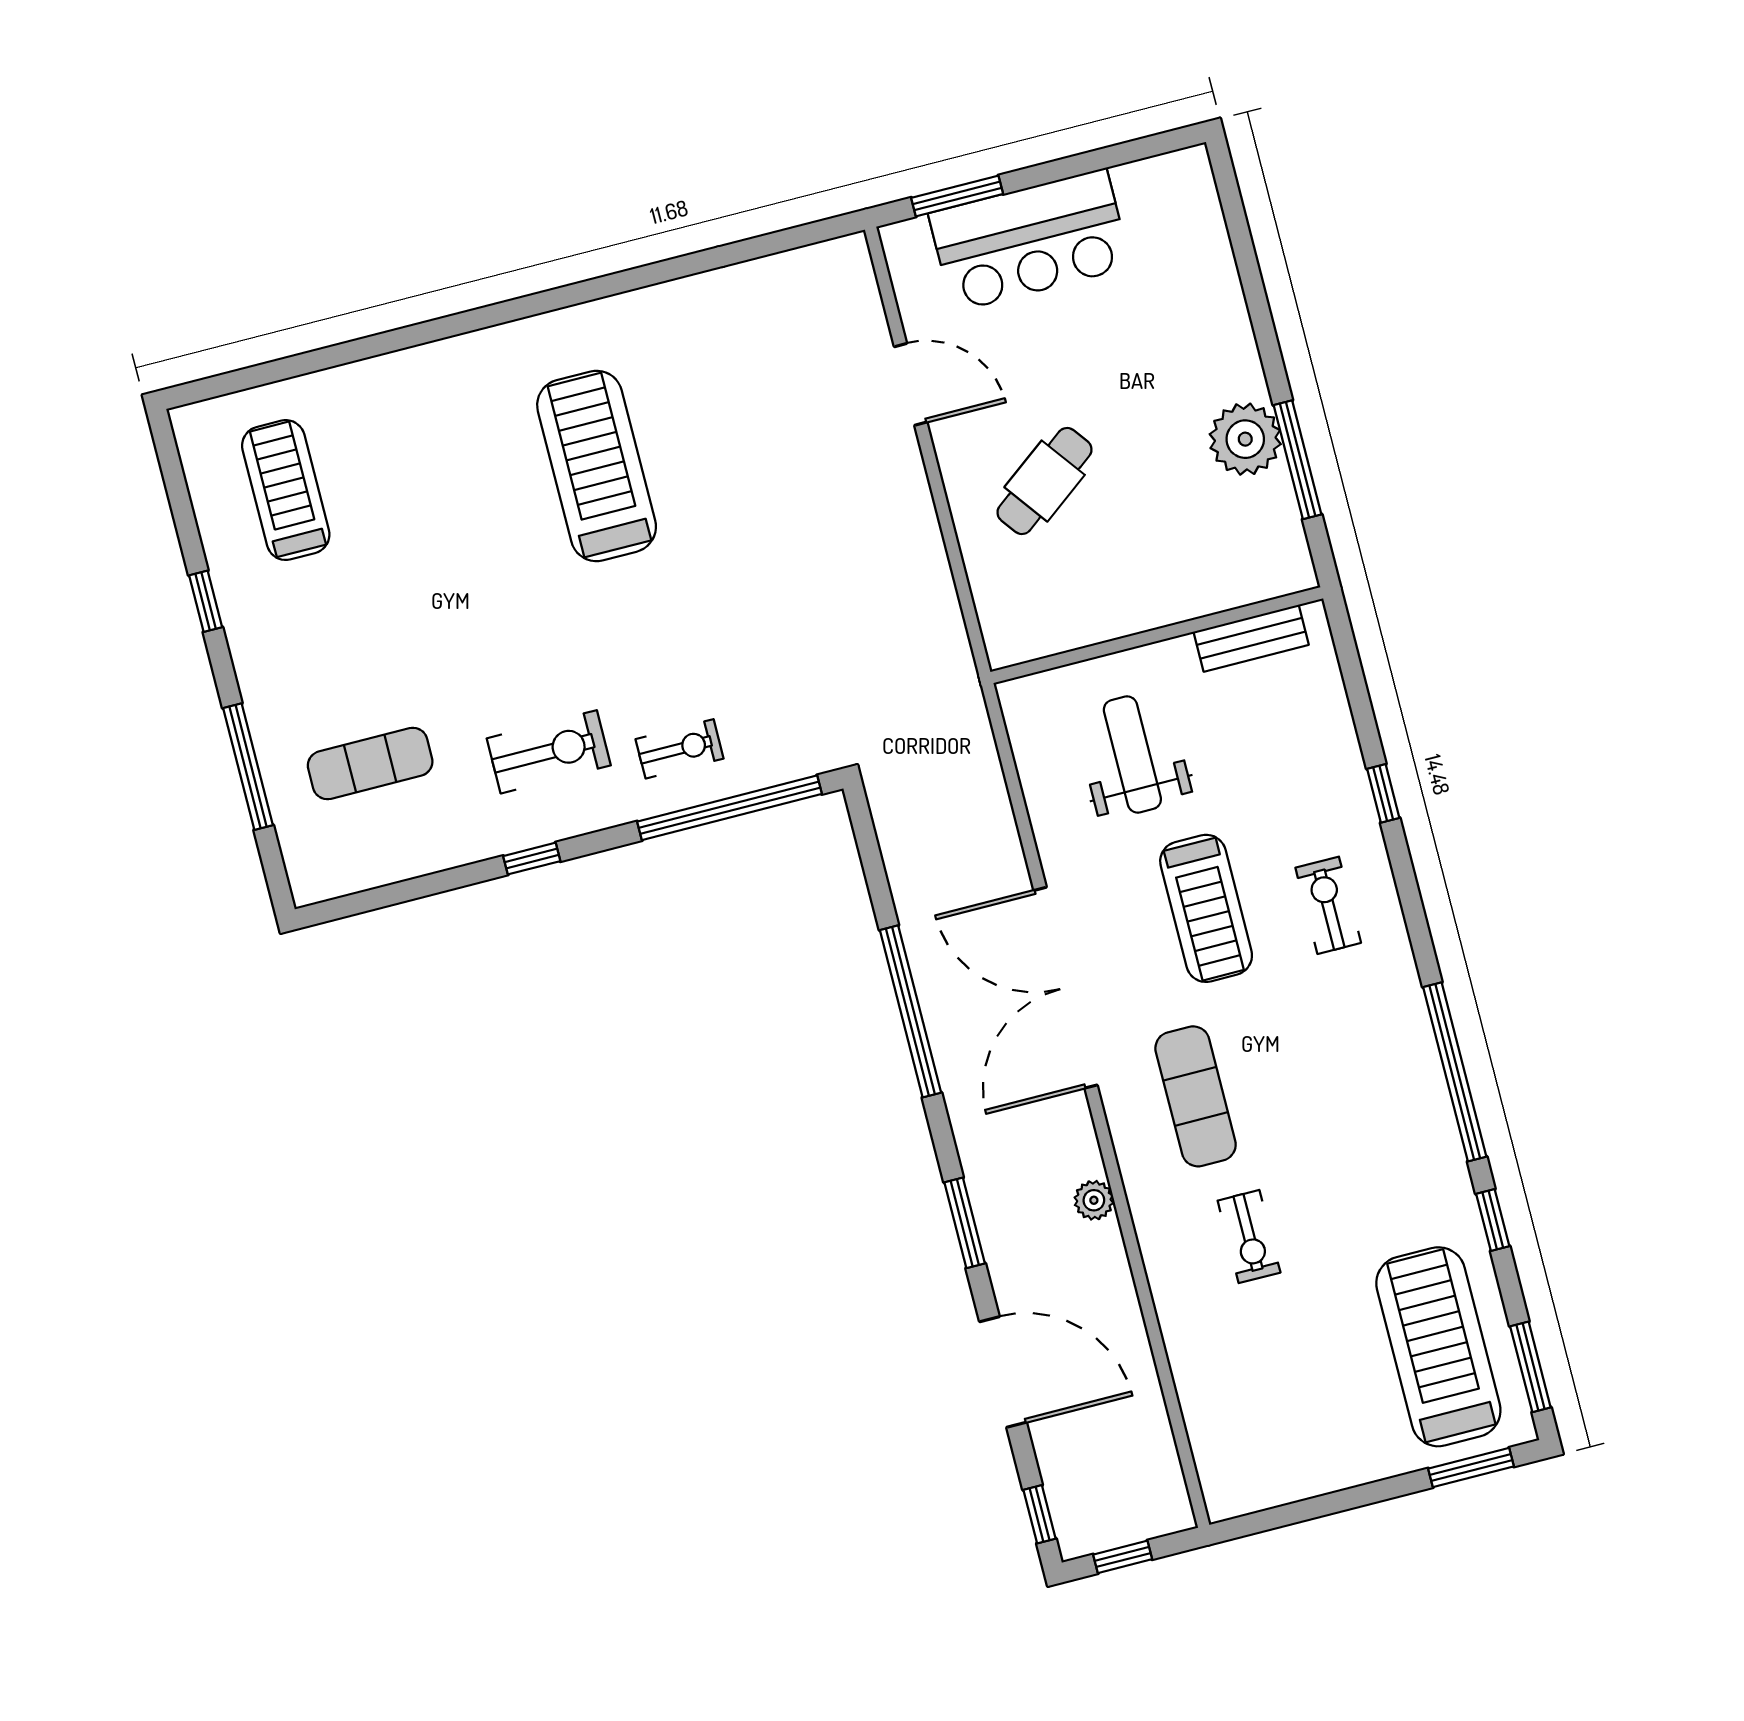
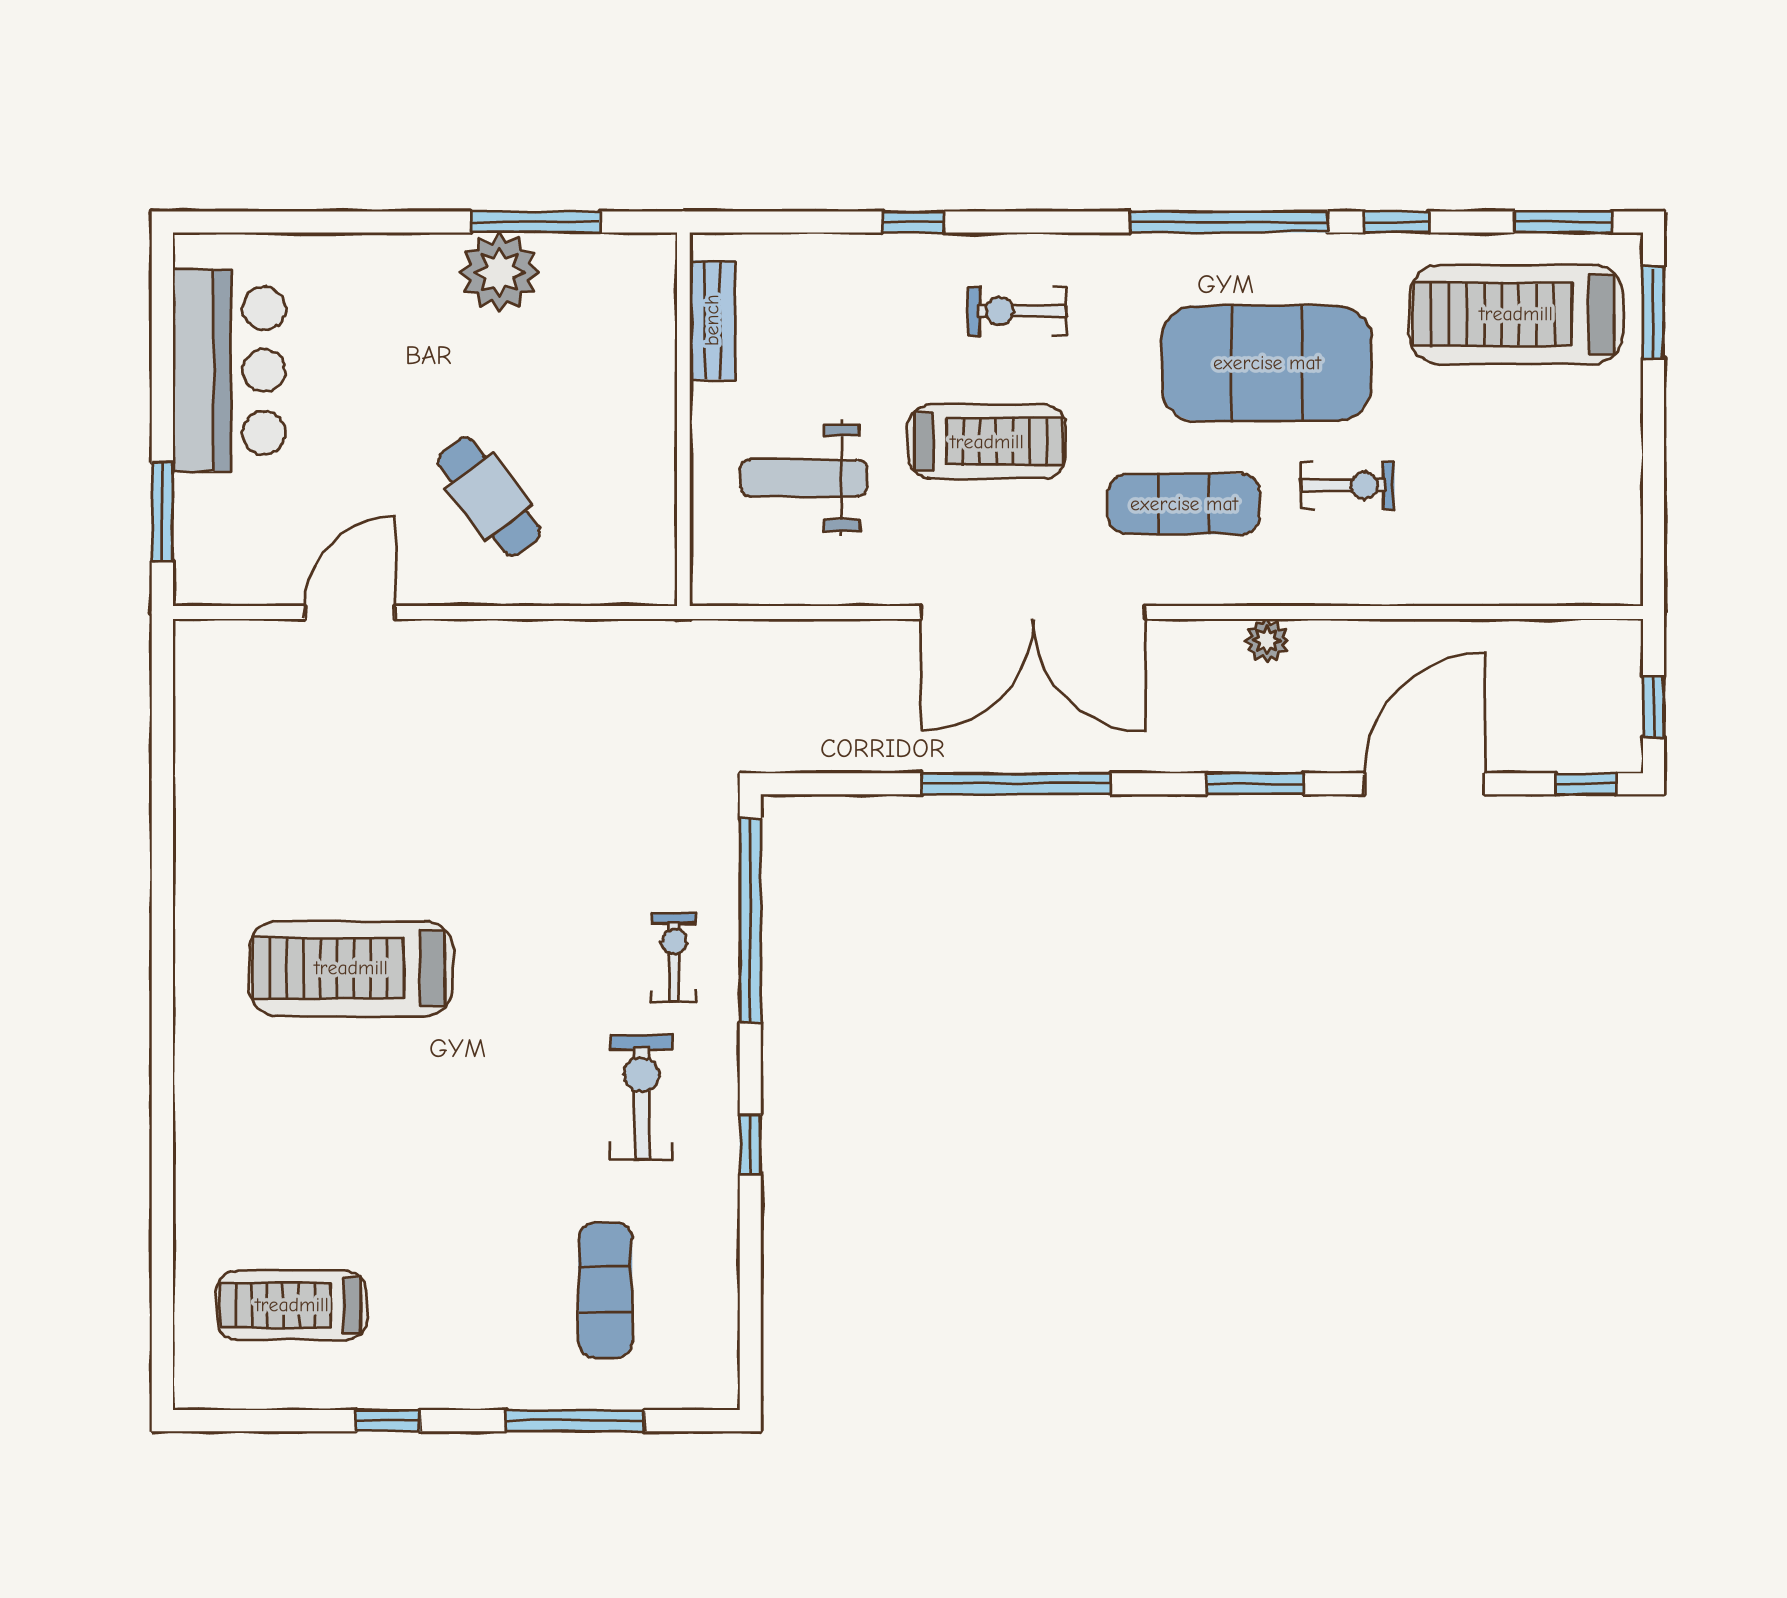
bar counter: (1030, 240) -> (229, 371), moved
exercise mat: (1339, 1137) -> (1267, 363), added

